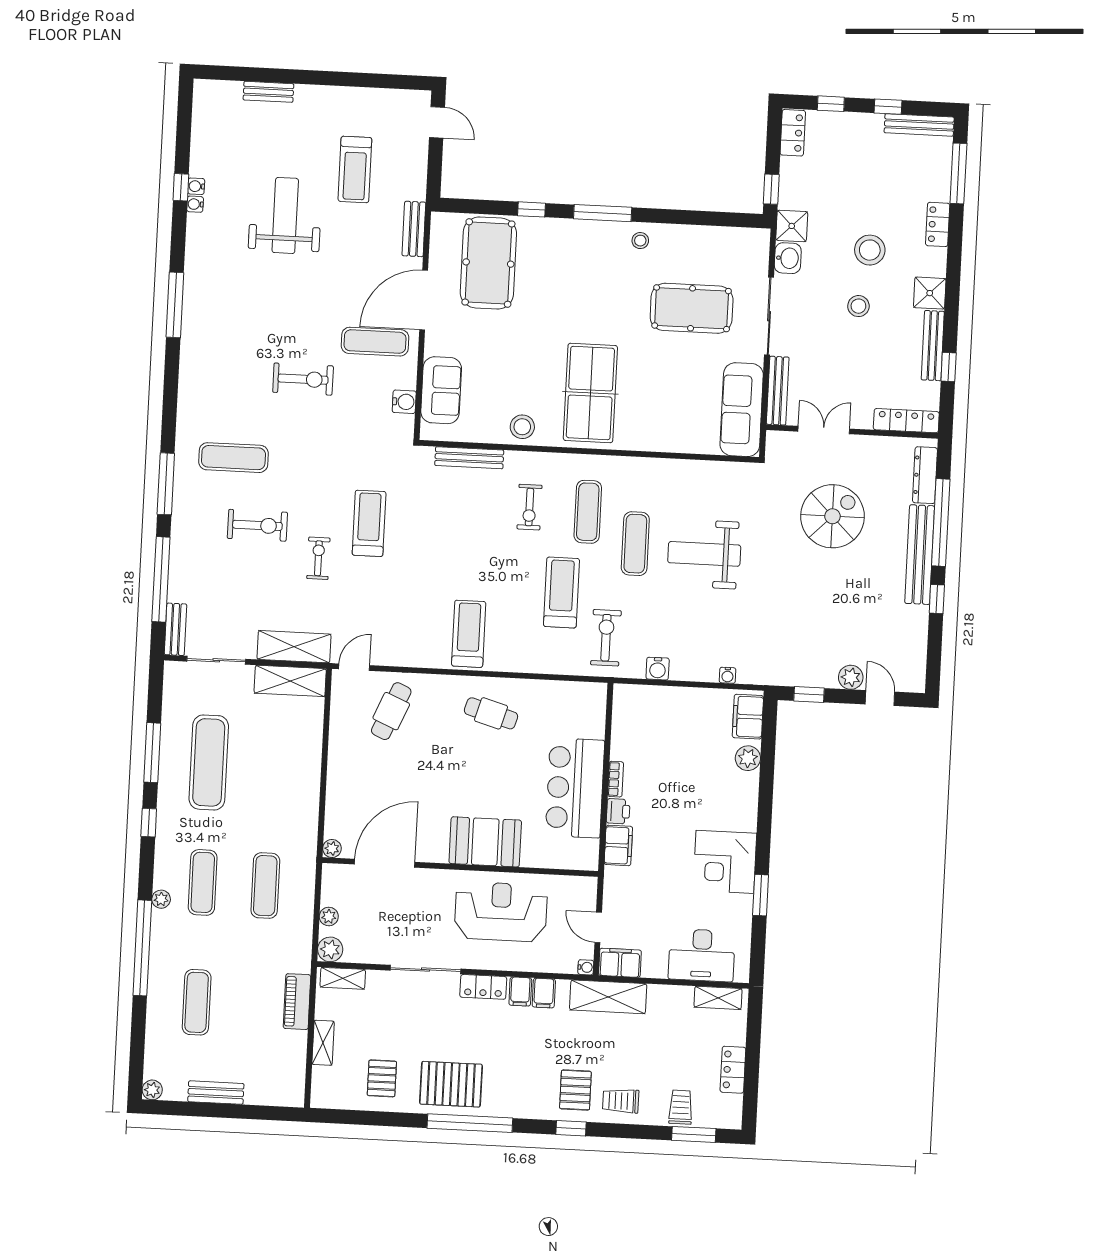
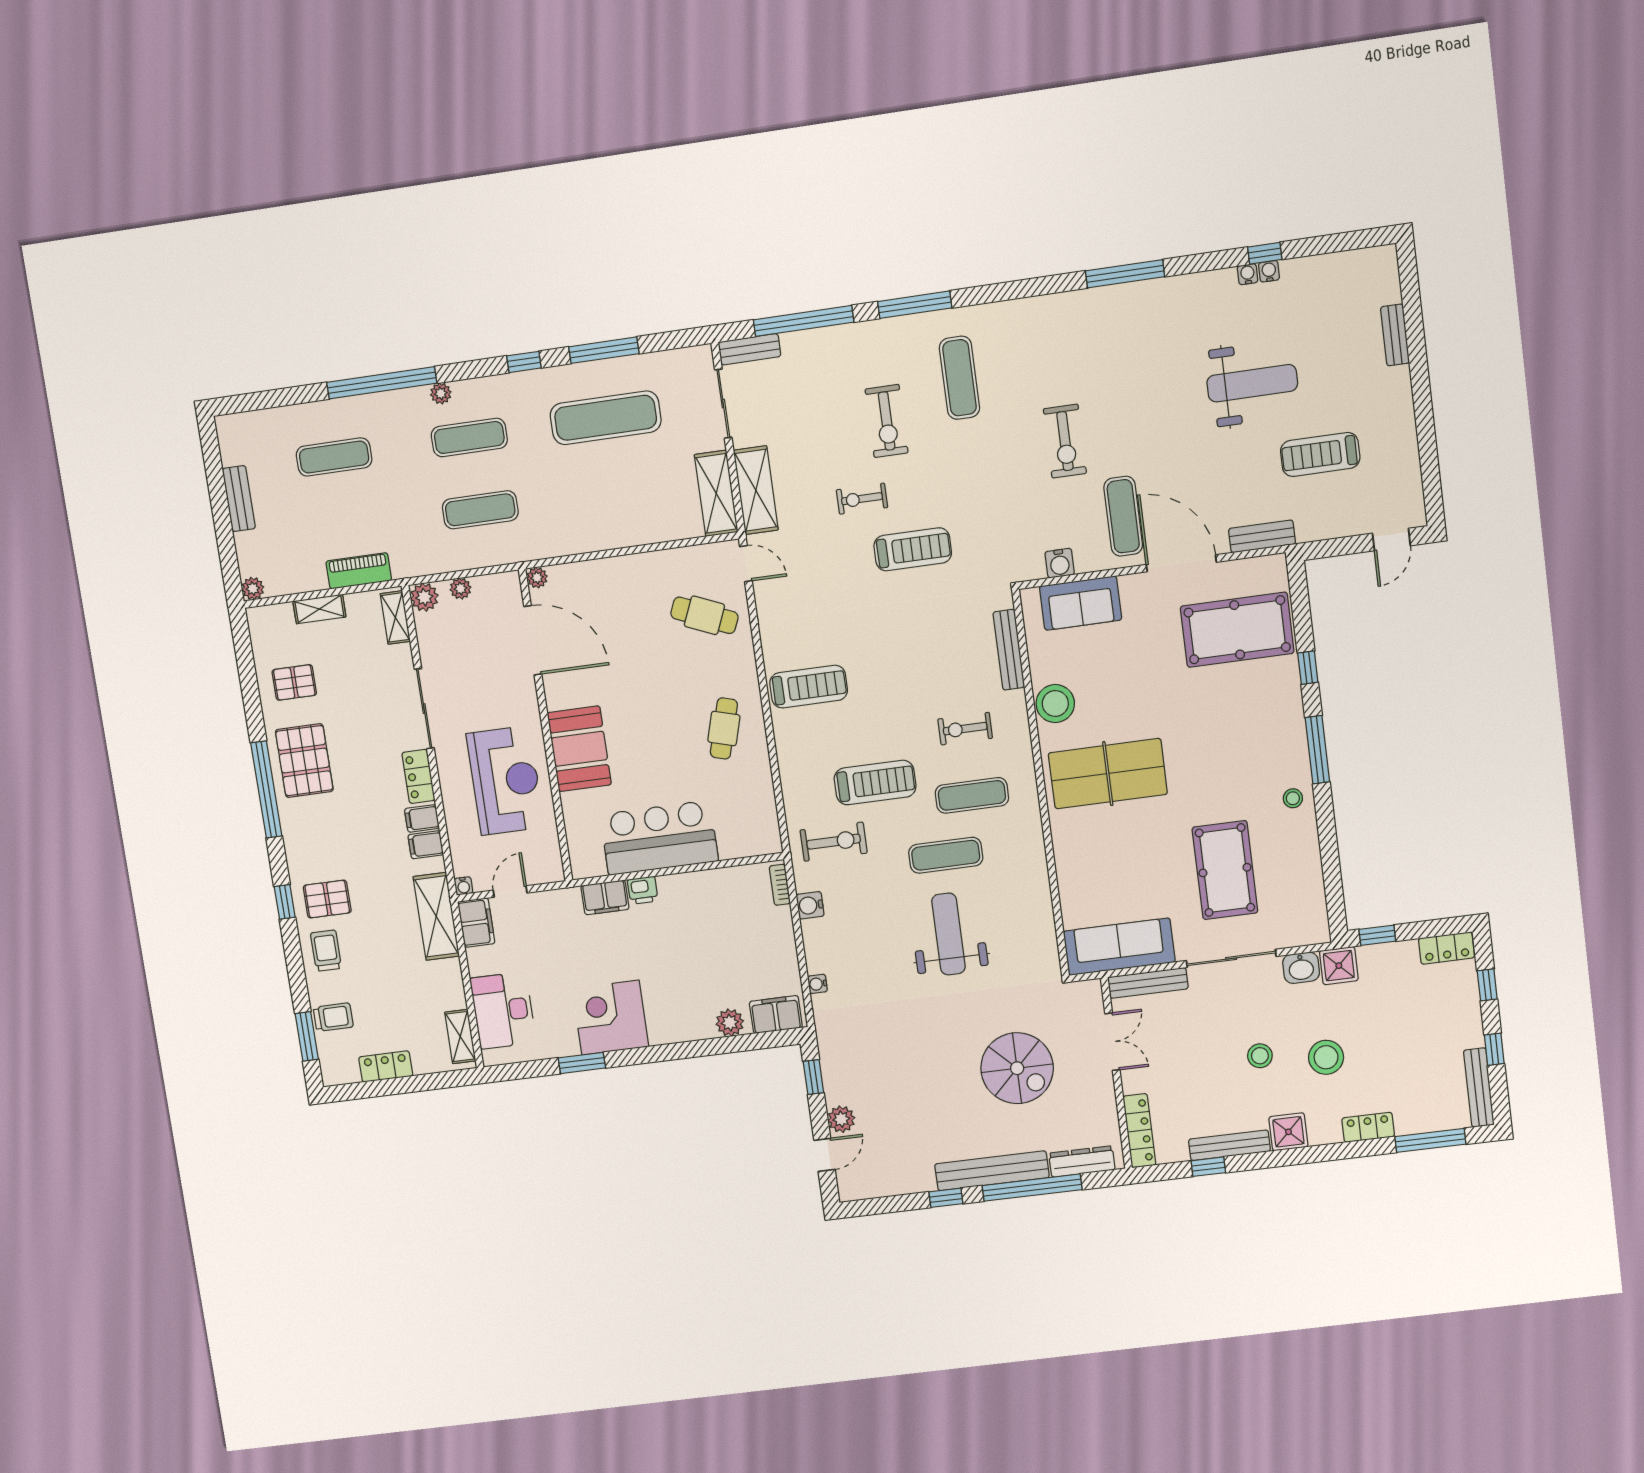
stool: (522, 427) -> (1055, 704), width x1.38, depth x1.38
exercise bike: (318, 558) -> (862, 499), turned 180
bookcase: (616, 779) -> (780, 885), moved, turned 90
plant: (152, 1090) -> (253, 589), moved

